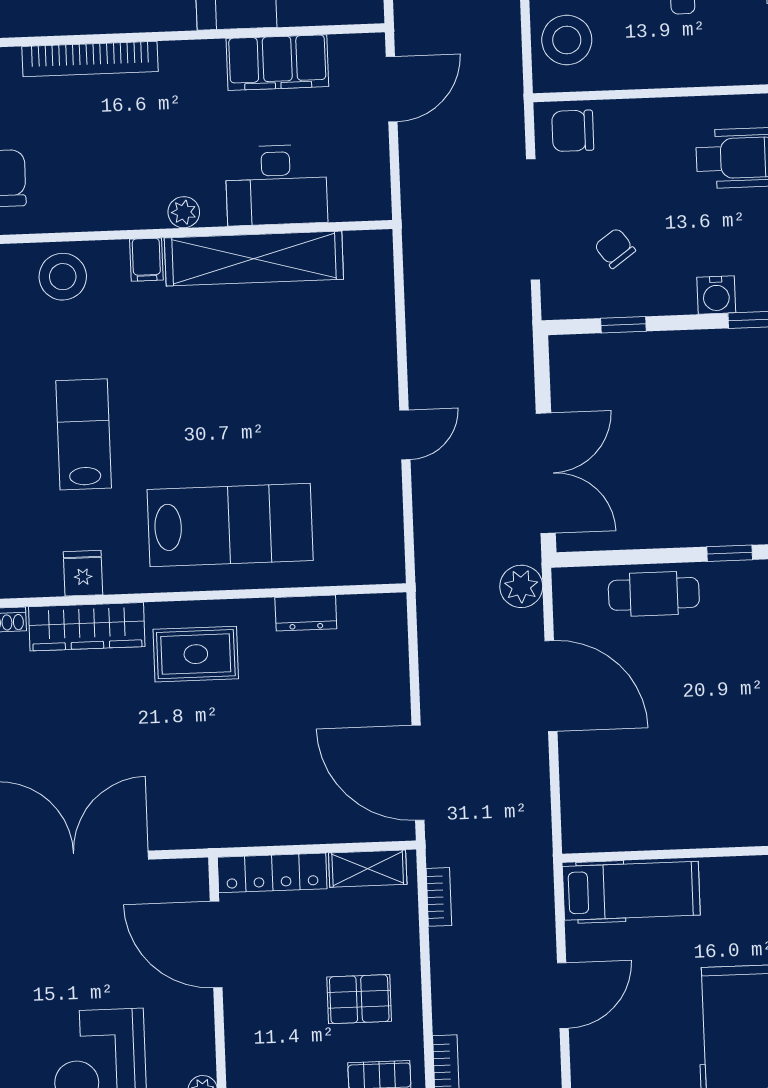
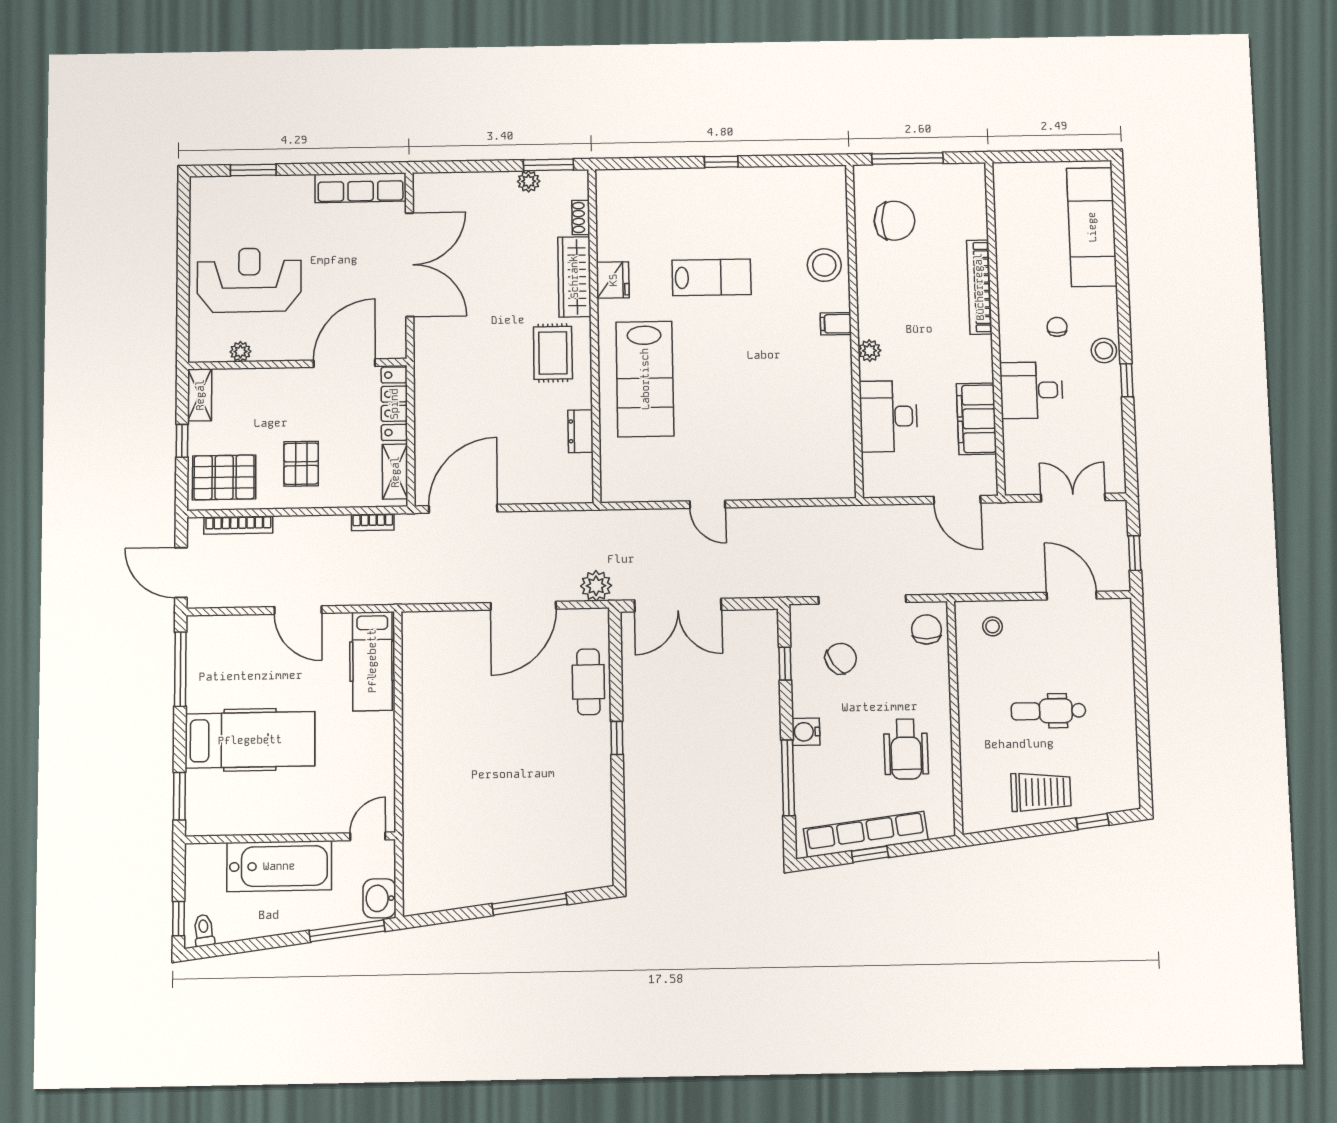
stool: (567, 40) -> (993, 626), width x0.53, depth x0.53
chair: (615, 248) -> (841, 658), width x1.37, depth x1.37
shelving: (254, 259) -> (836, 399), removed
fridge: (83, 573) -> (613, 280), width x1.38

